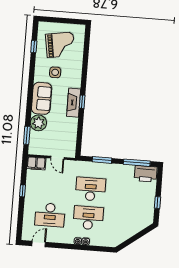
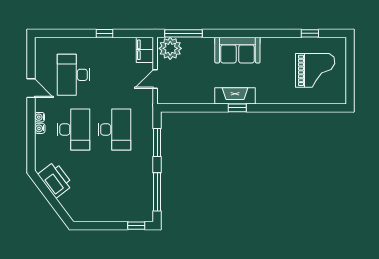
grand piano: (60, 45) -> (315, 70), turned -81
side table: (55, 72) -> (276, 66), removed
plant: (38, 123) -> (170, 48), moved
window: (27, 135) -> (183, 33), width x1.44
printer: (146, 174) -> (55, 180), moved, turned 143
window: (157, 202) -> (136, 226), moved
door: (39, 244) -> (31, 88), moved

